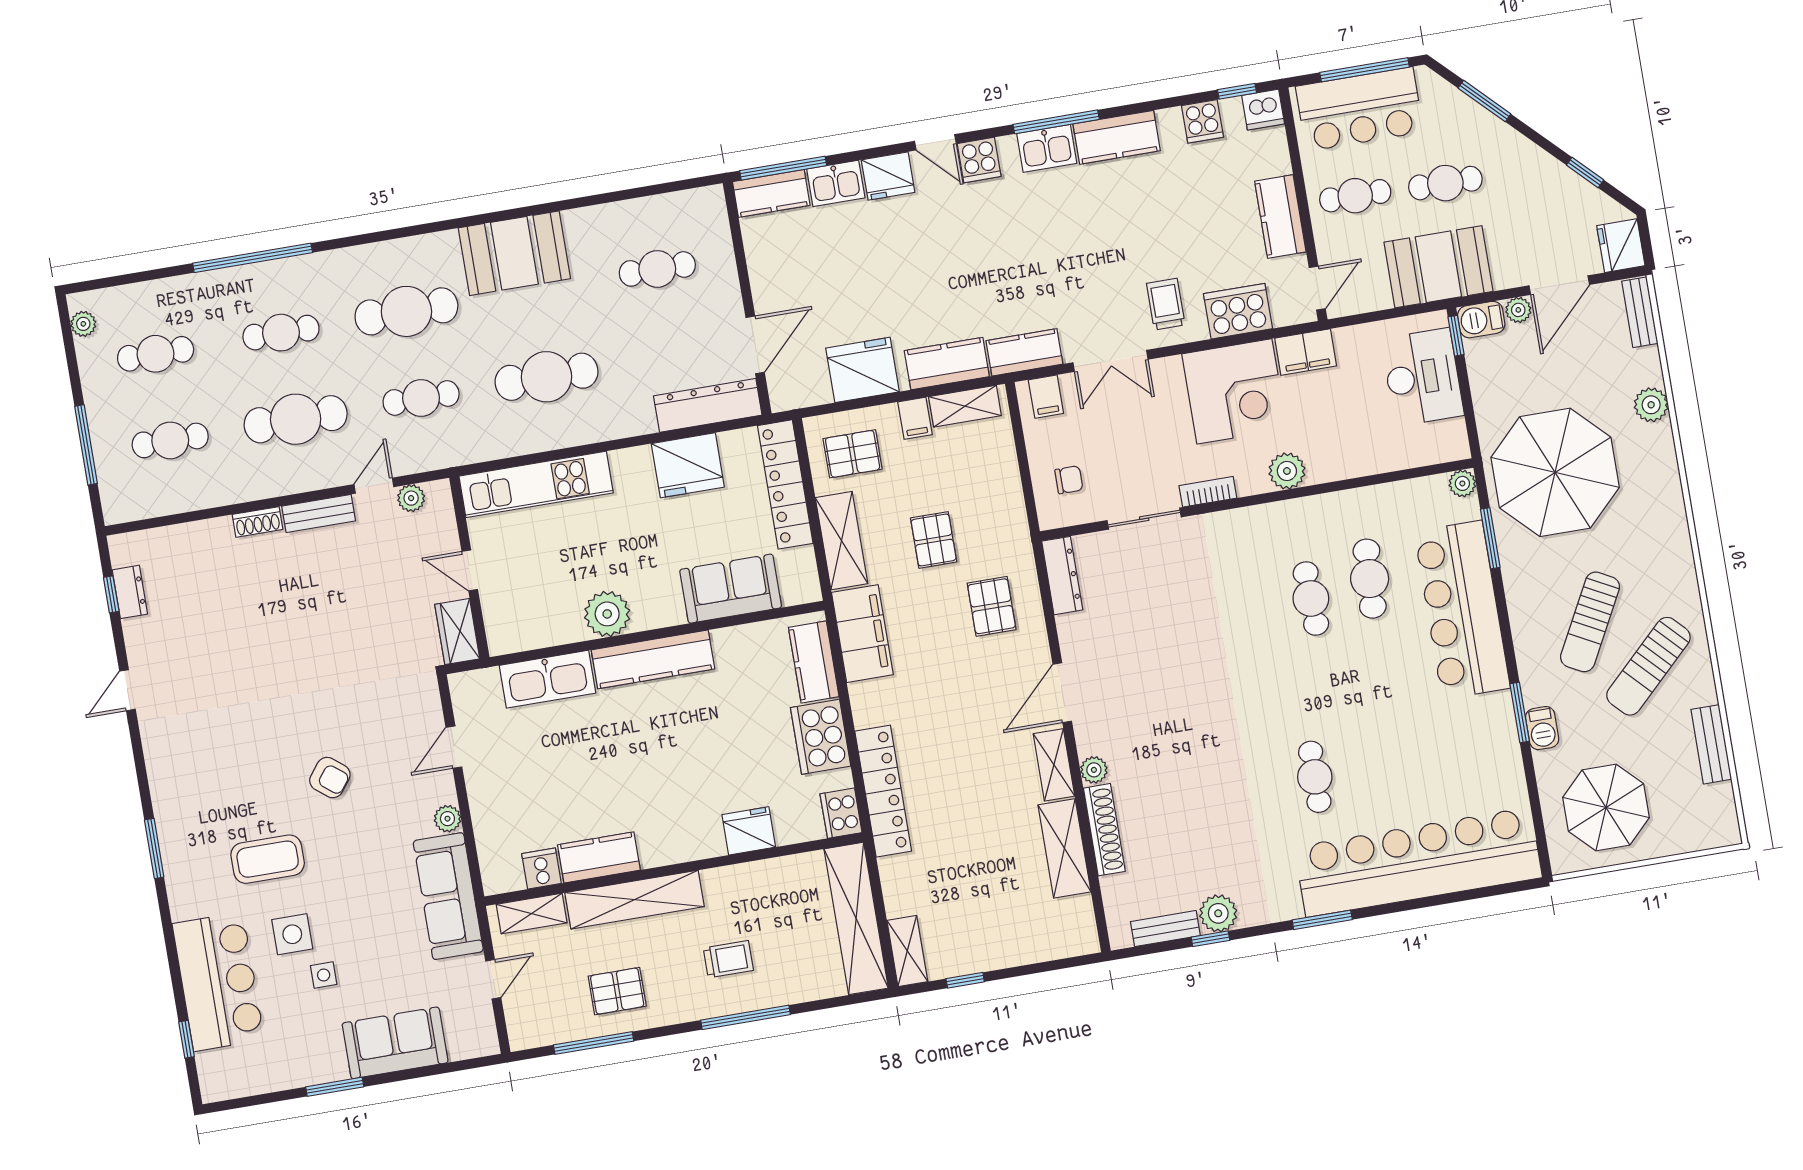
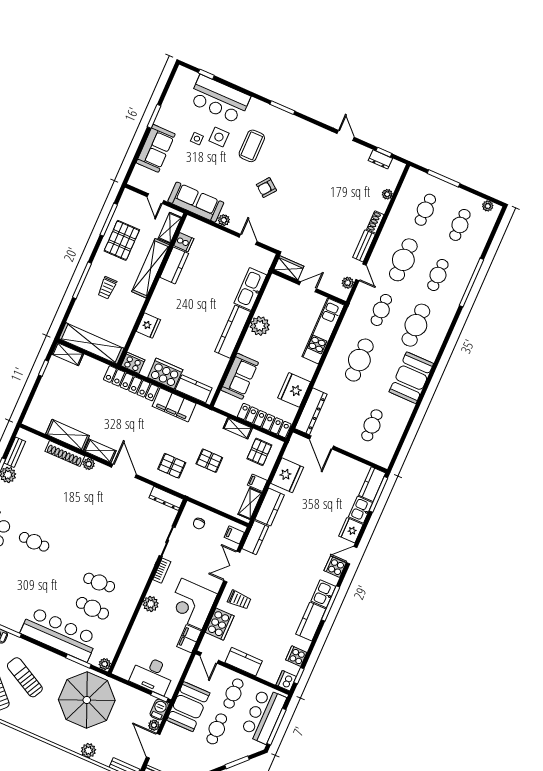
plant: (189, 534) -> (387, 194), added
shelving: (842, 541) -> (238, 428), width x0.67, depth x0.75
filing cabinet: (862, 634) -> (174, 405), moved
pallet: (617, 991) -> (122, 240), width x1.50, depth x1.42

